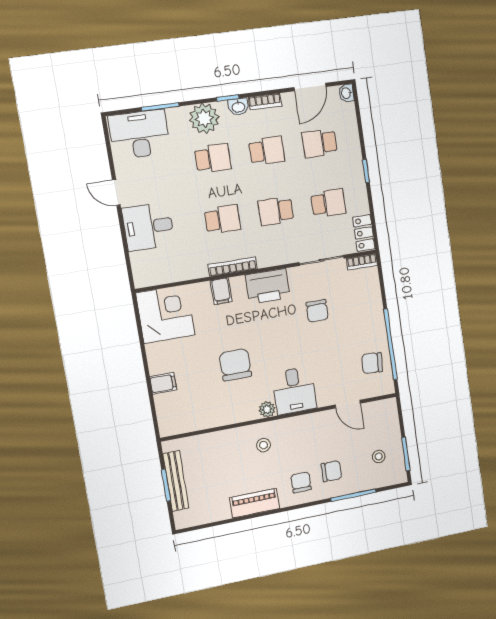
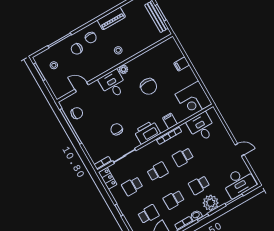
desk: (148, 227) -> (201, 127), moved, turned -90

